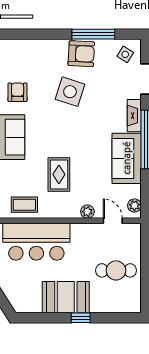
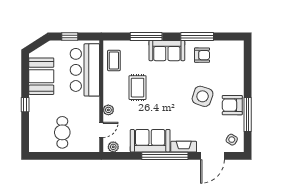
armchair: (81, 54) -> (232, 105), turned 87
rug: (59, 174) -> (138, 88), turned 90
booth: (66, 297) -> (41, 76), moved

